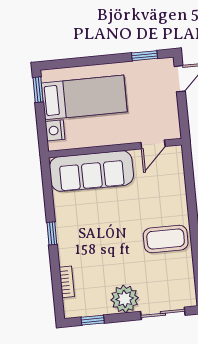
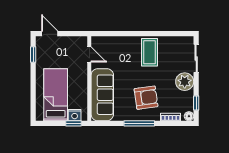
window: (38, 90) -> (73, 123), moved
window: (52, 233) -> (139, 123), width x2.17
armchair: (94, 240) -> (146, 98), added
floor lamp: (71, 311) -> (189, 116), added

